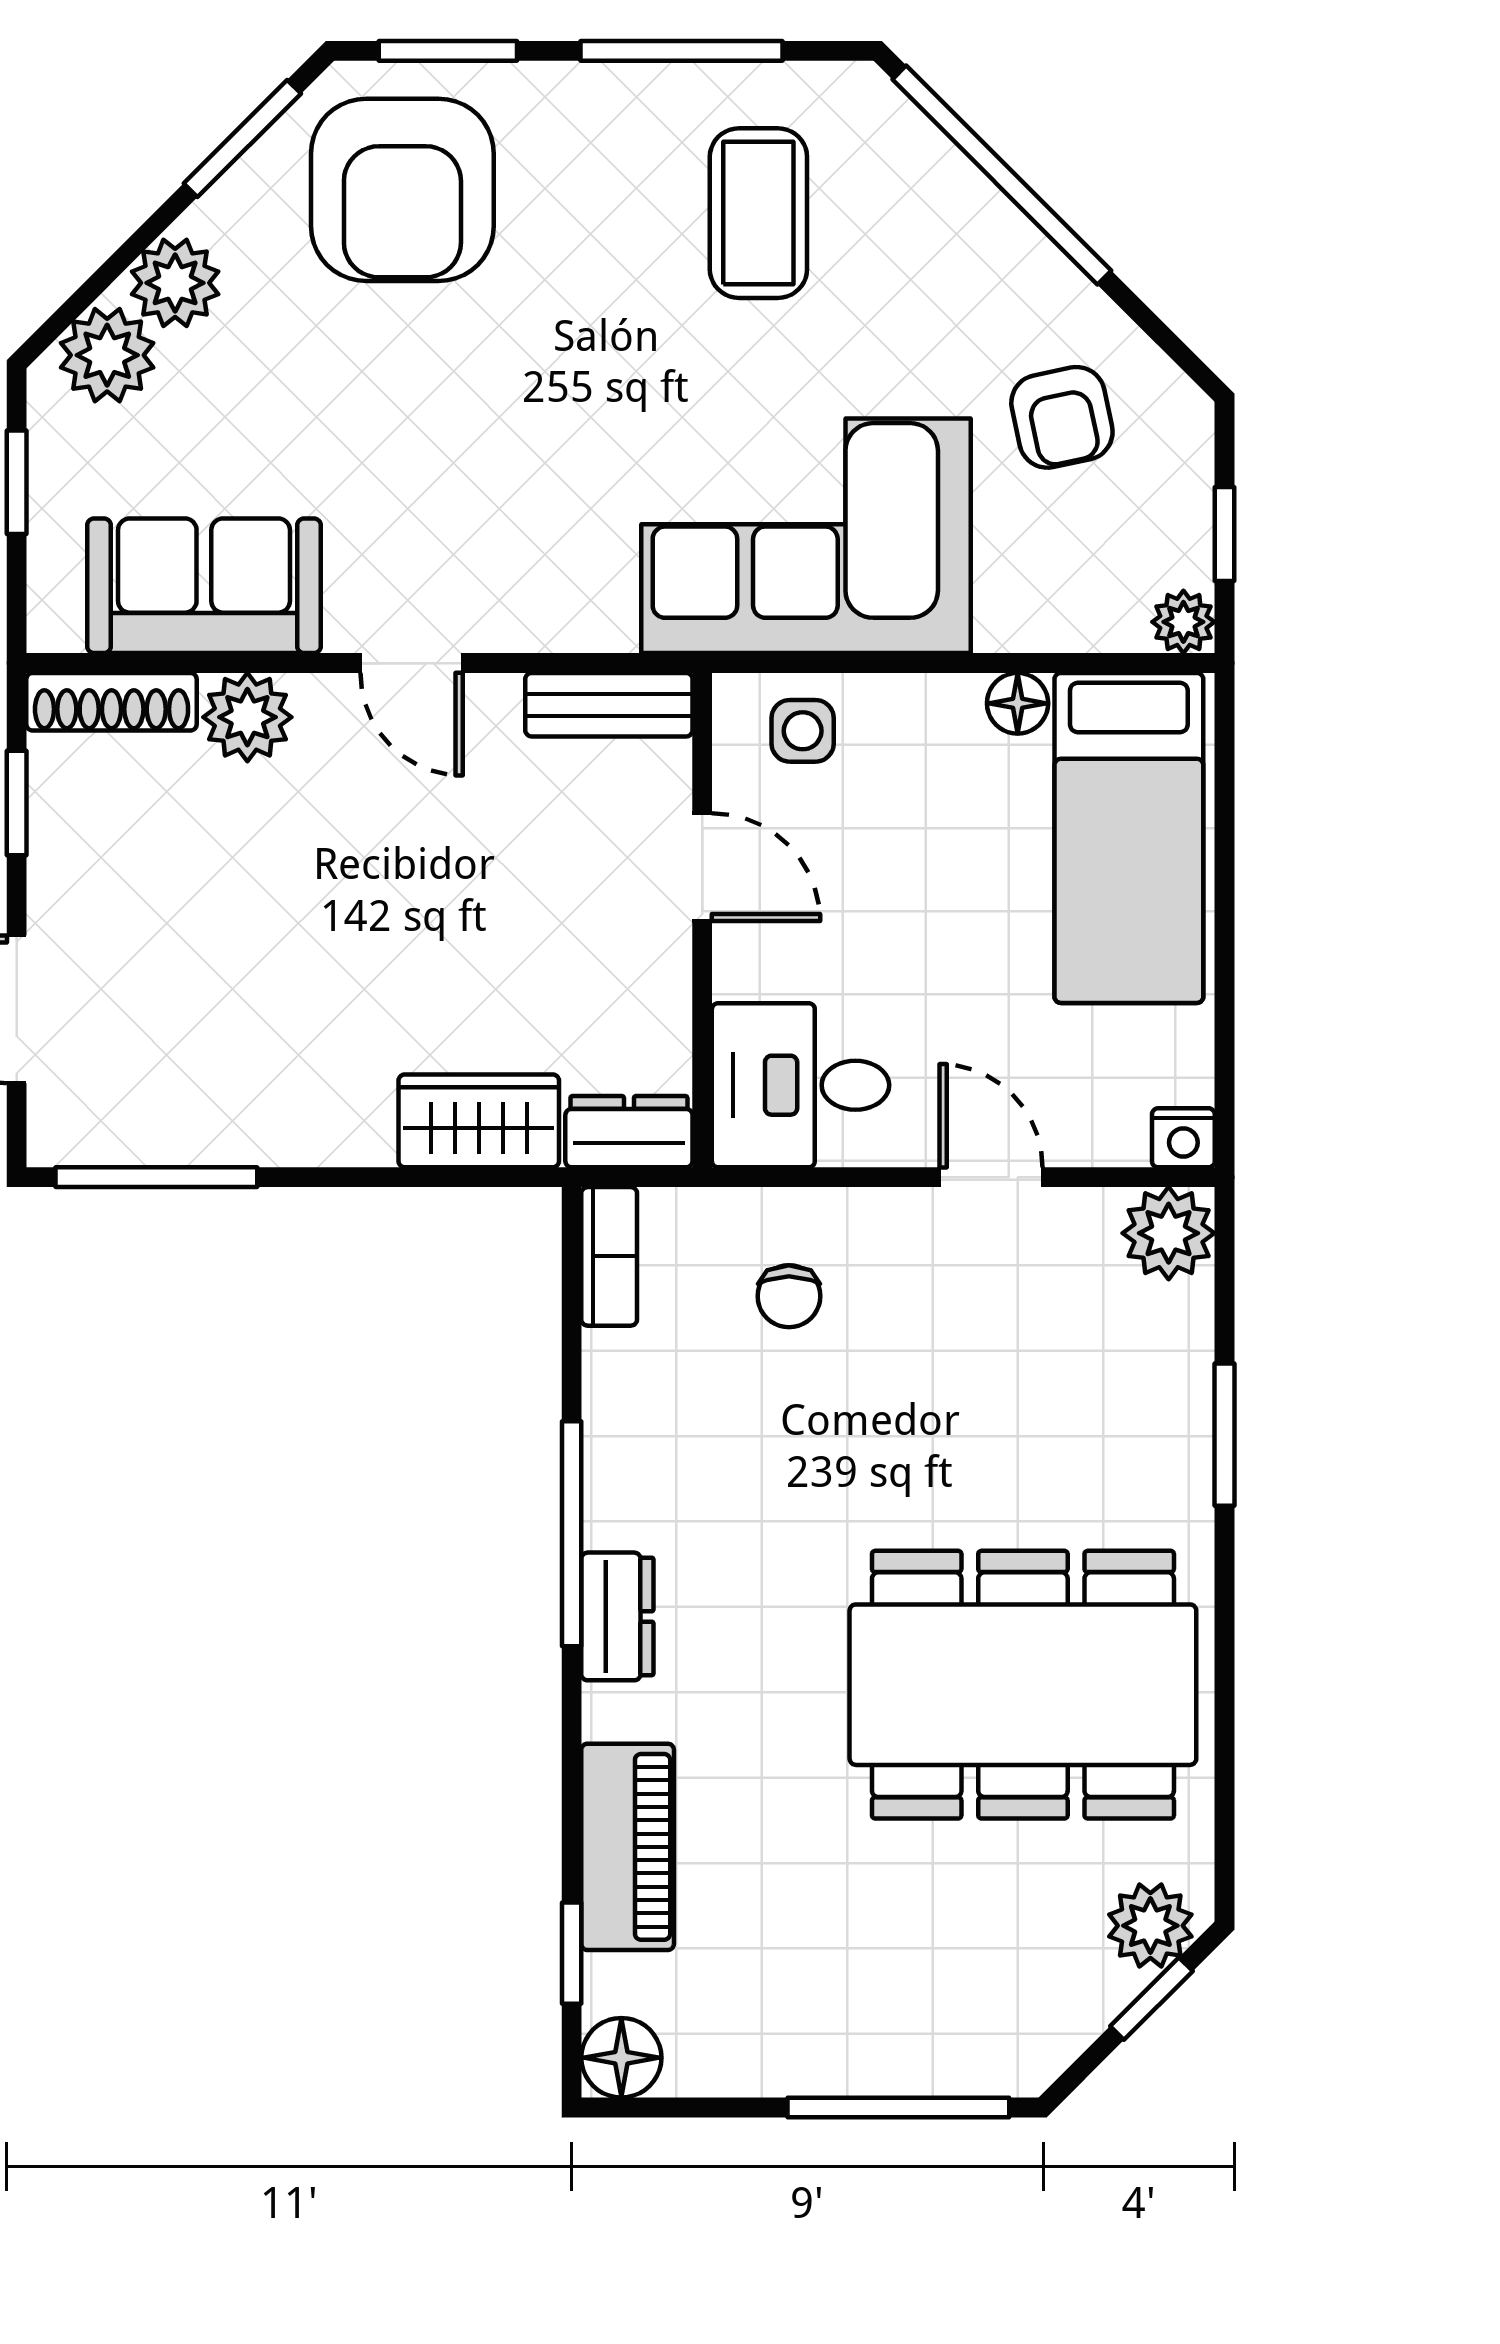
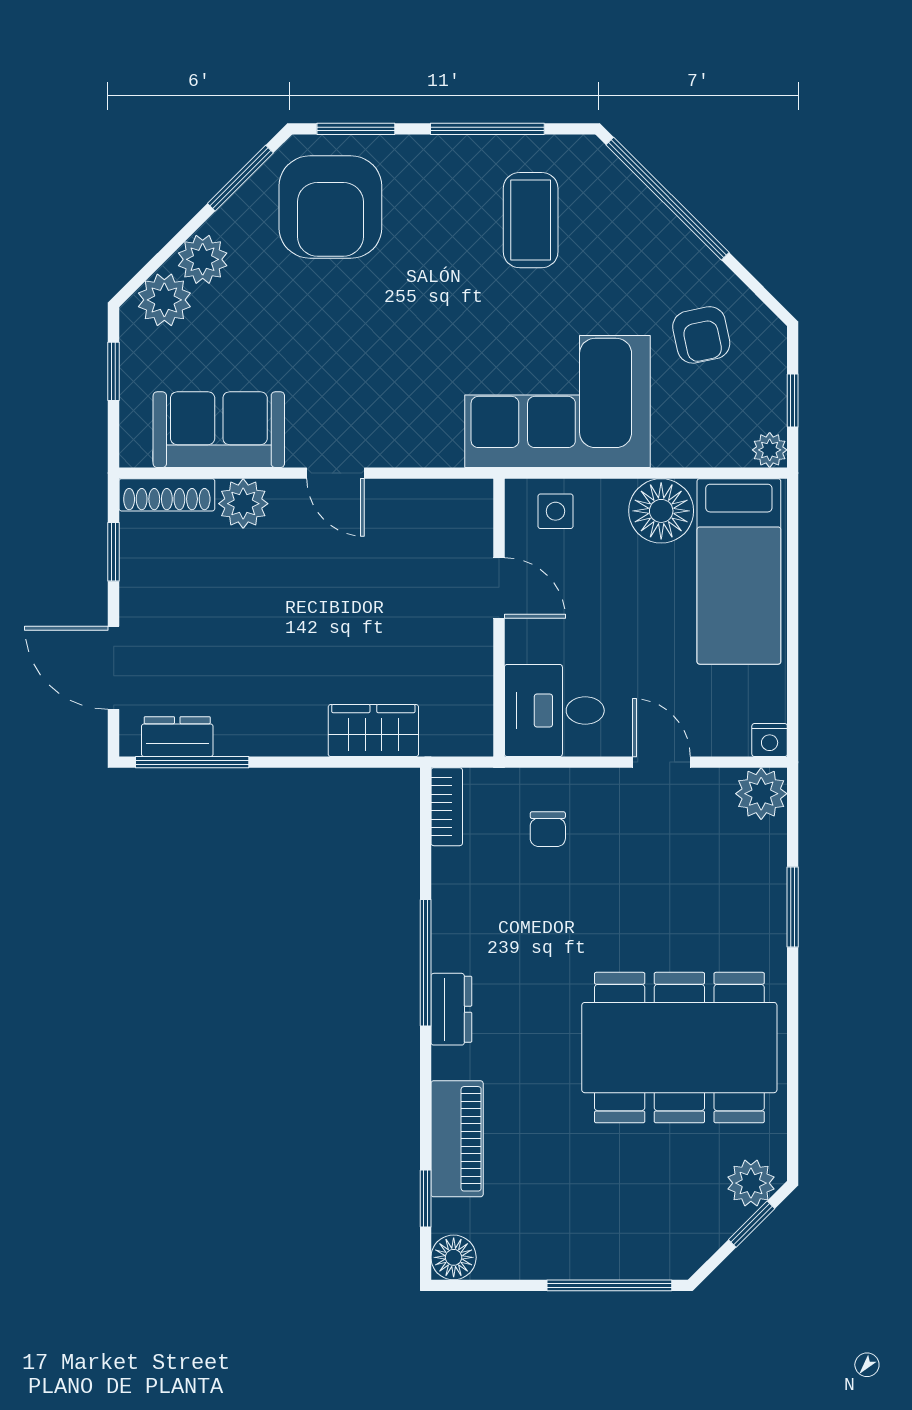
floor lamp: (1018, 703) -> (661, 511), width x1.89, depth x1.89
bench: (609, 705) -> (447, 497), removed
dresser: (629, 1132) -> (177, 737), moved

